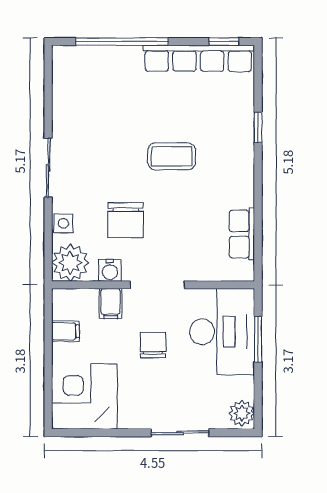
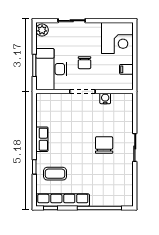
coffee table: (172, 156) -> (55, 174), moved
chair: (126, 220) -> (104, 145), moved
side table: (63, 223) -> (127, 121), removed
row of seats: (242, 234) -> (42, 139), moved
plant: (70, 263) -> (124, 102), removed
filing cabinet: (111, 304) -> (105, 83), removed

